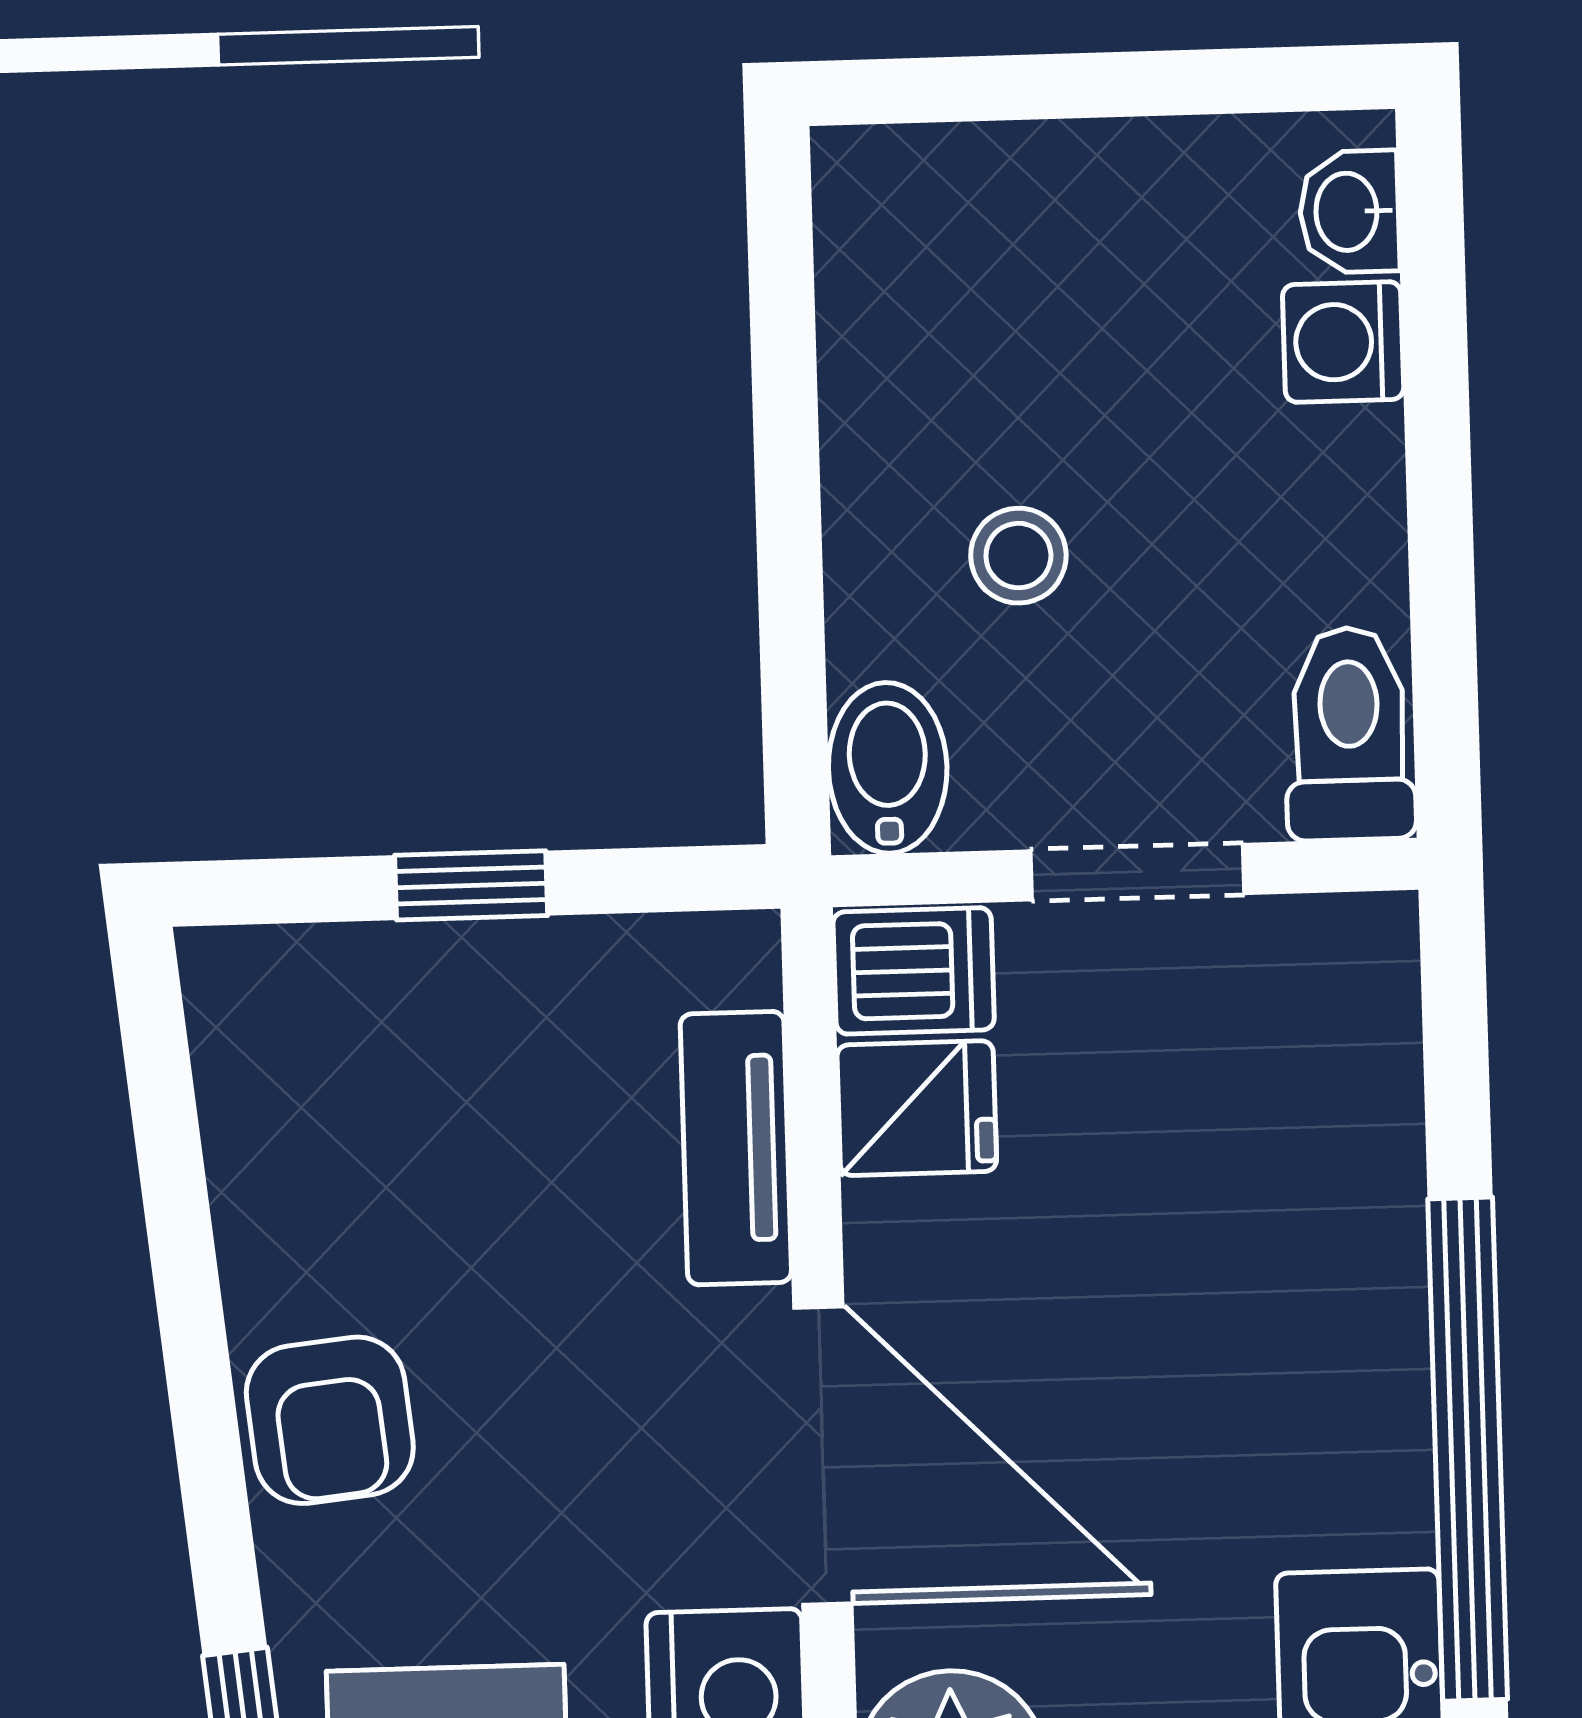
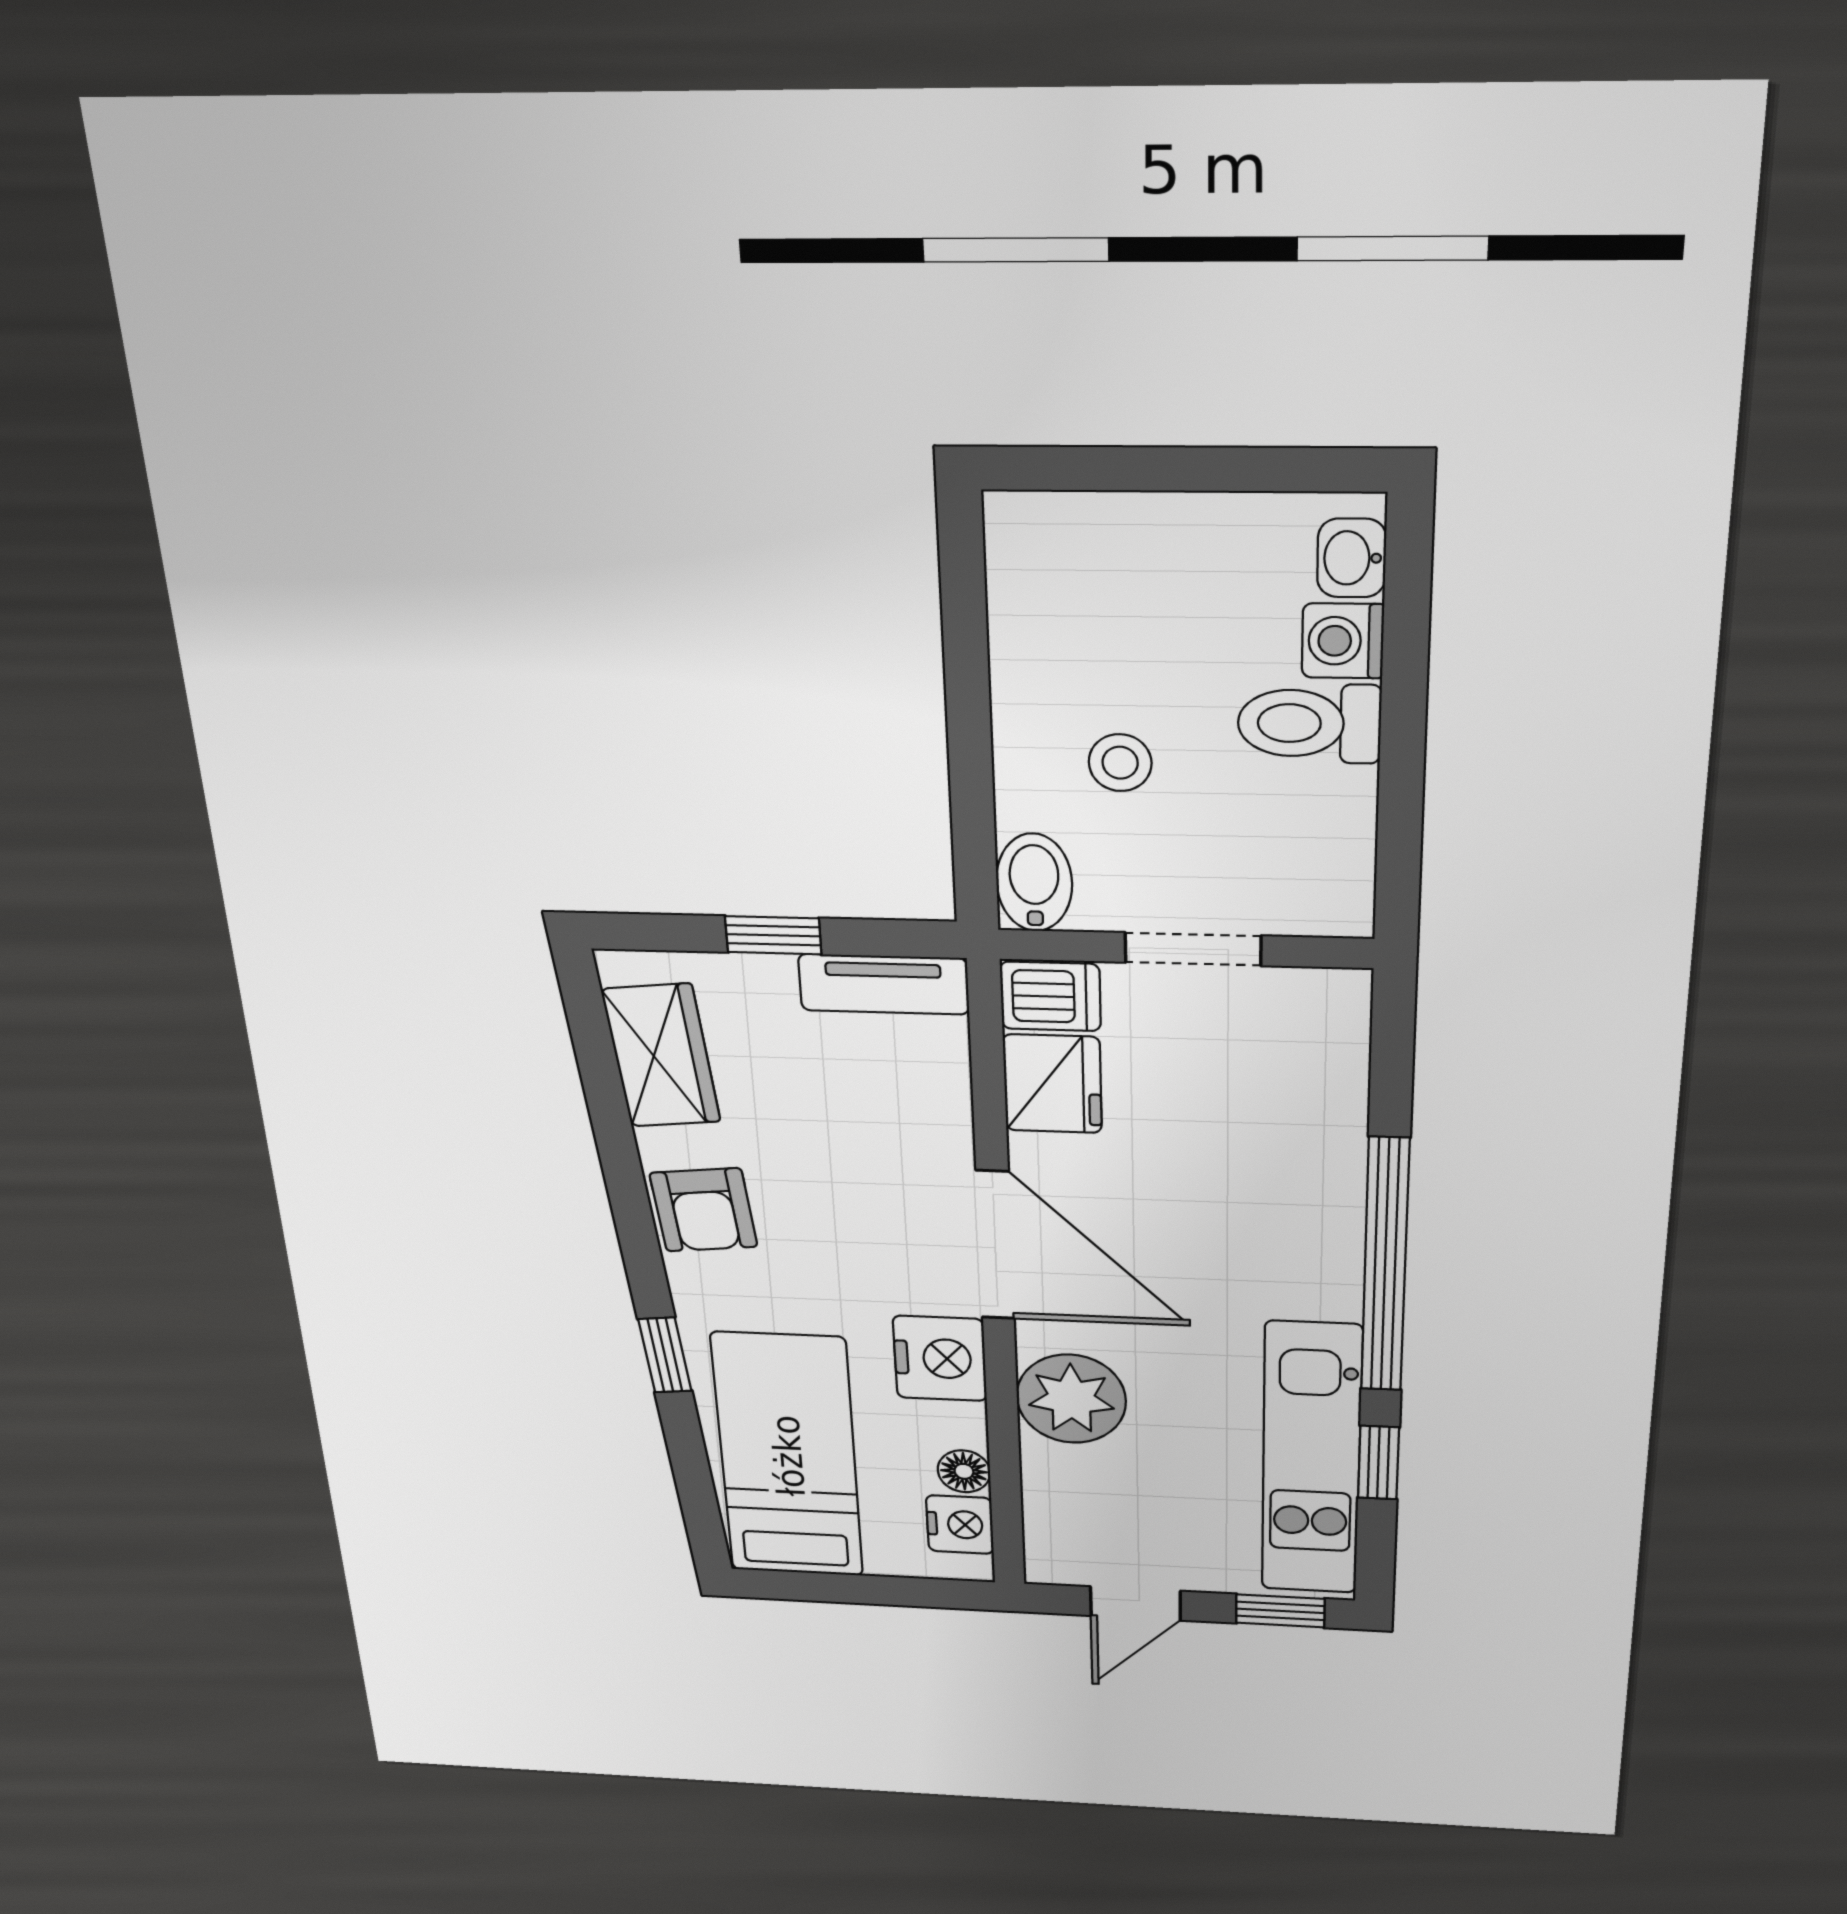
toilet: (1349, 734) -> (1309, 723), moved, turned -90
fridge: (917, 1108) -> (1052, 1084), width x1.38
wardrobe: (275, 1121) -> (661, 1056), added
tv unit: (736, 1148) -> (884, 984), moved, turned -90

